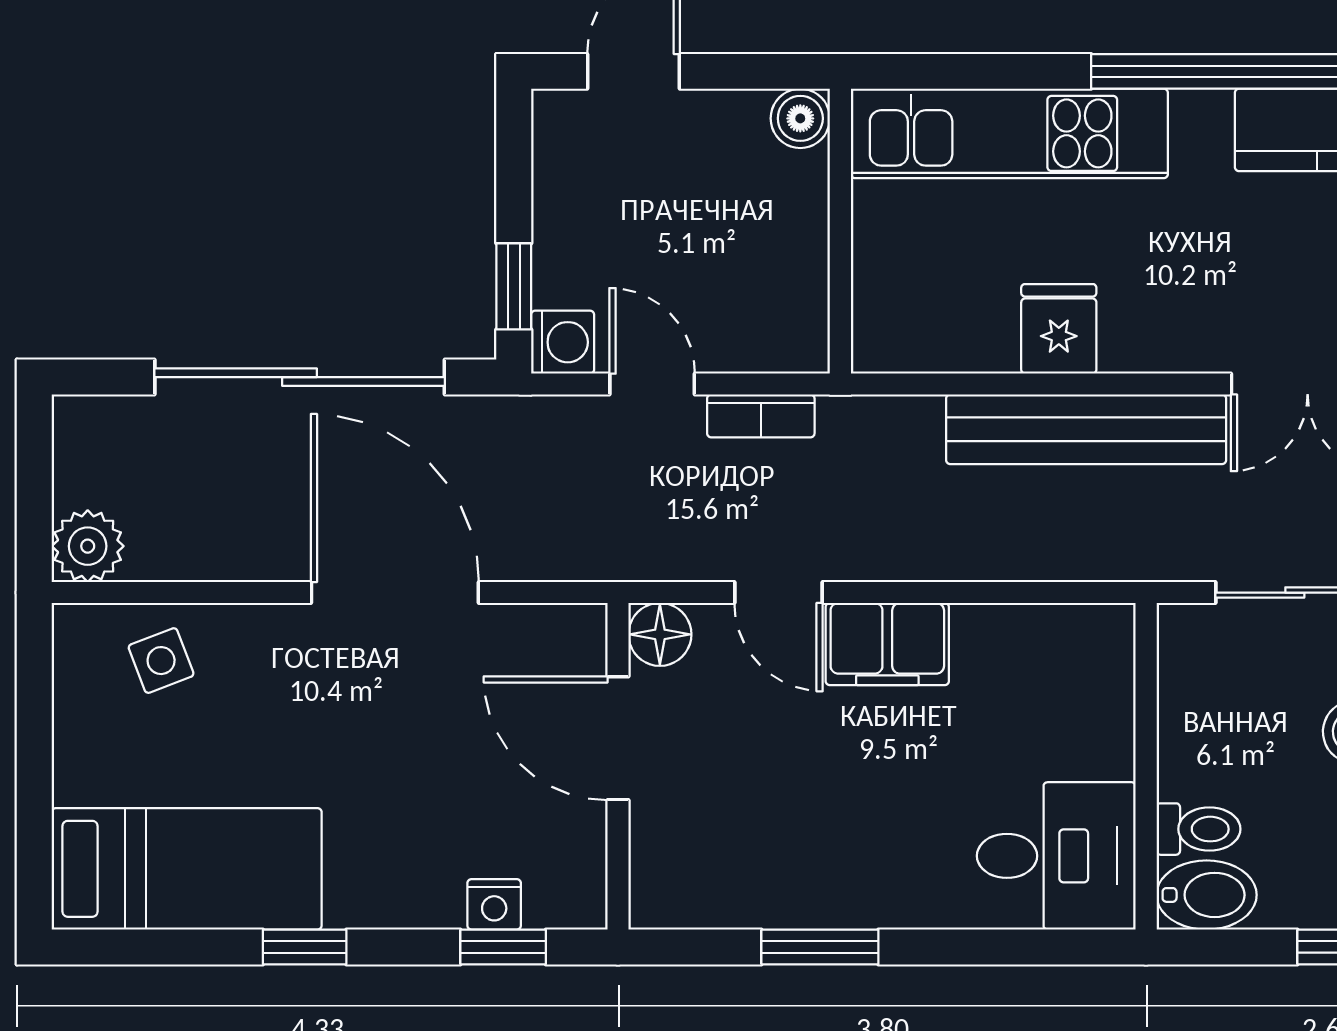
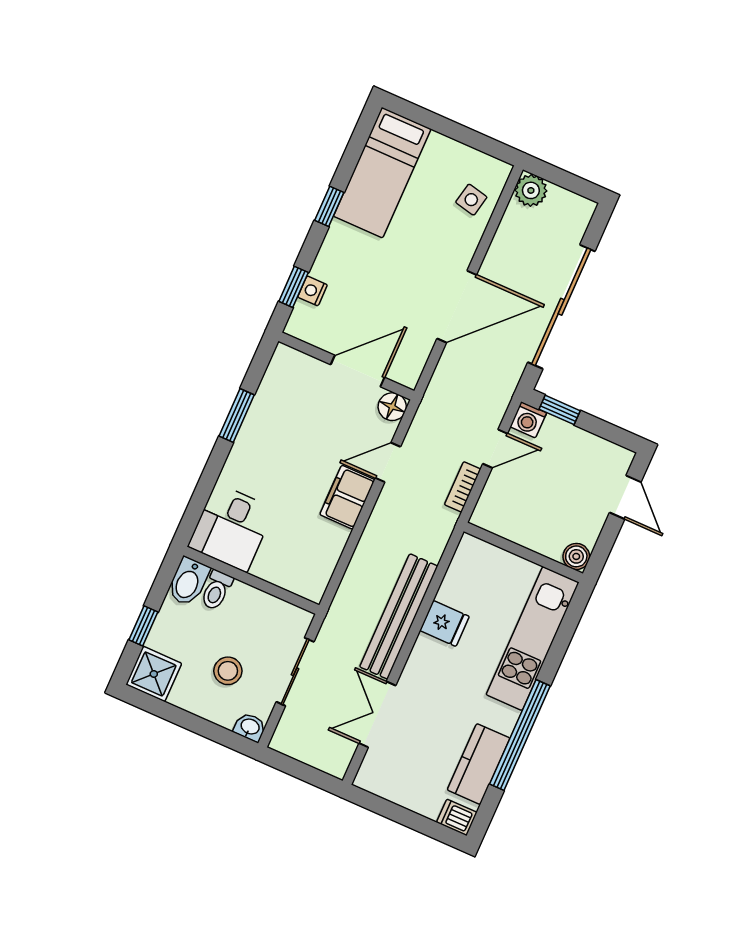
side table: (161, 661) -> (471, 200), turned 33

